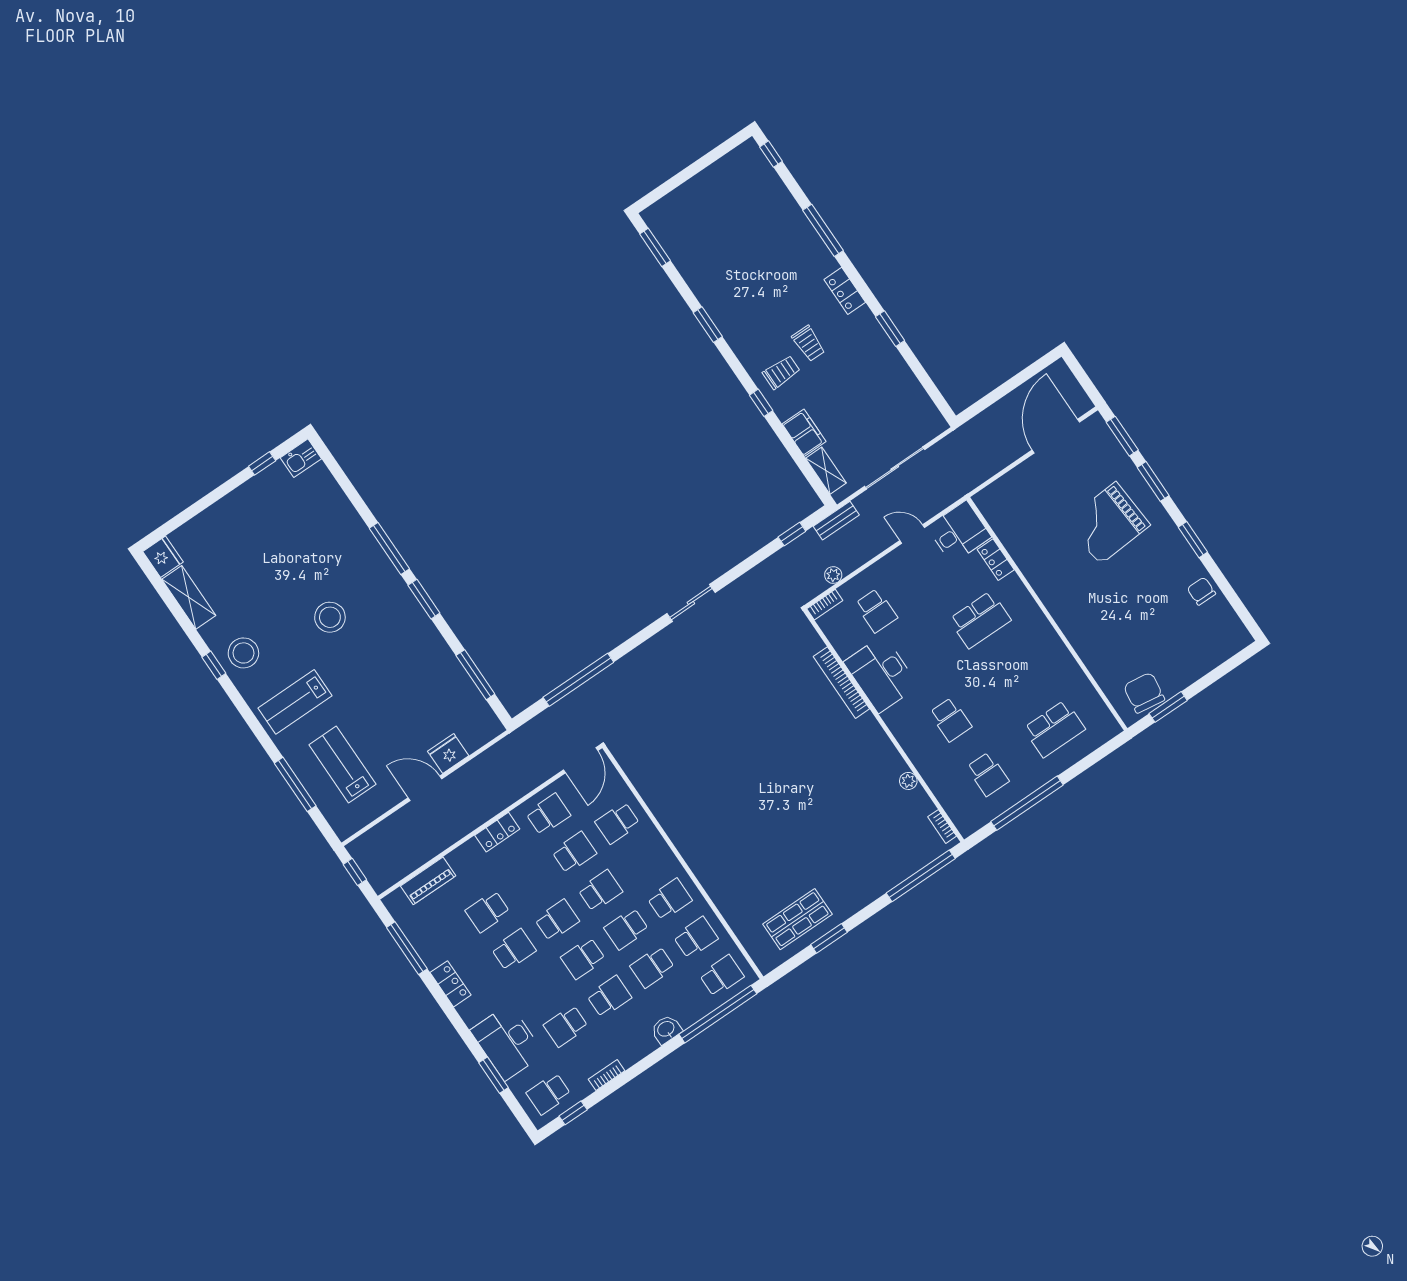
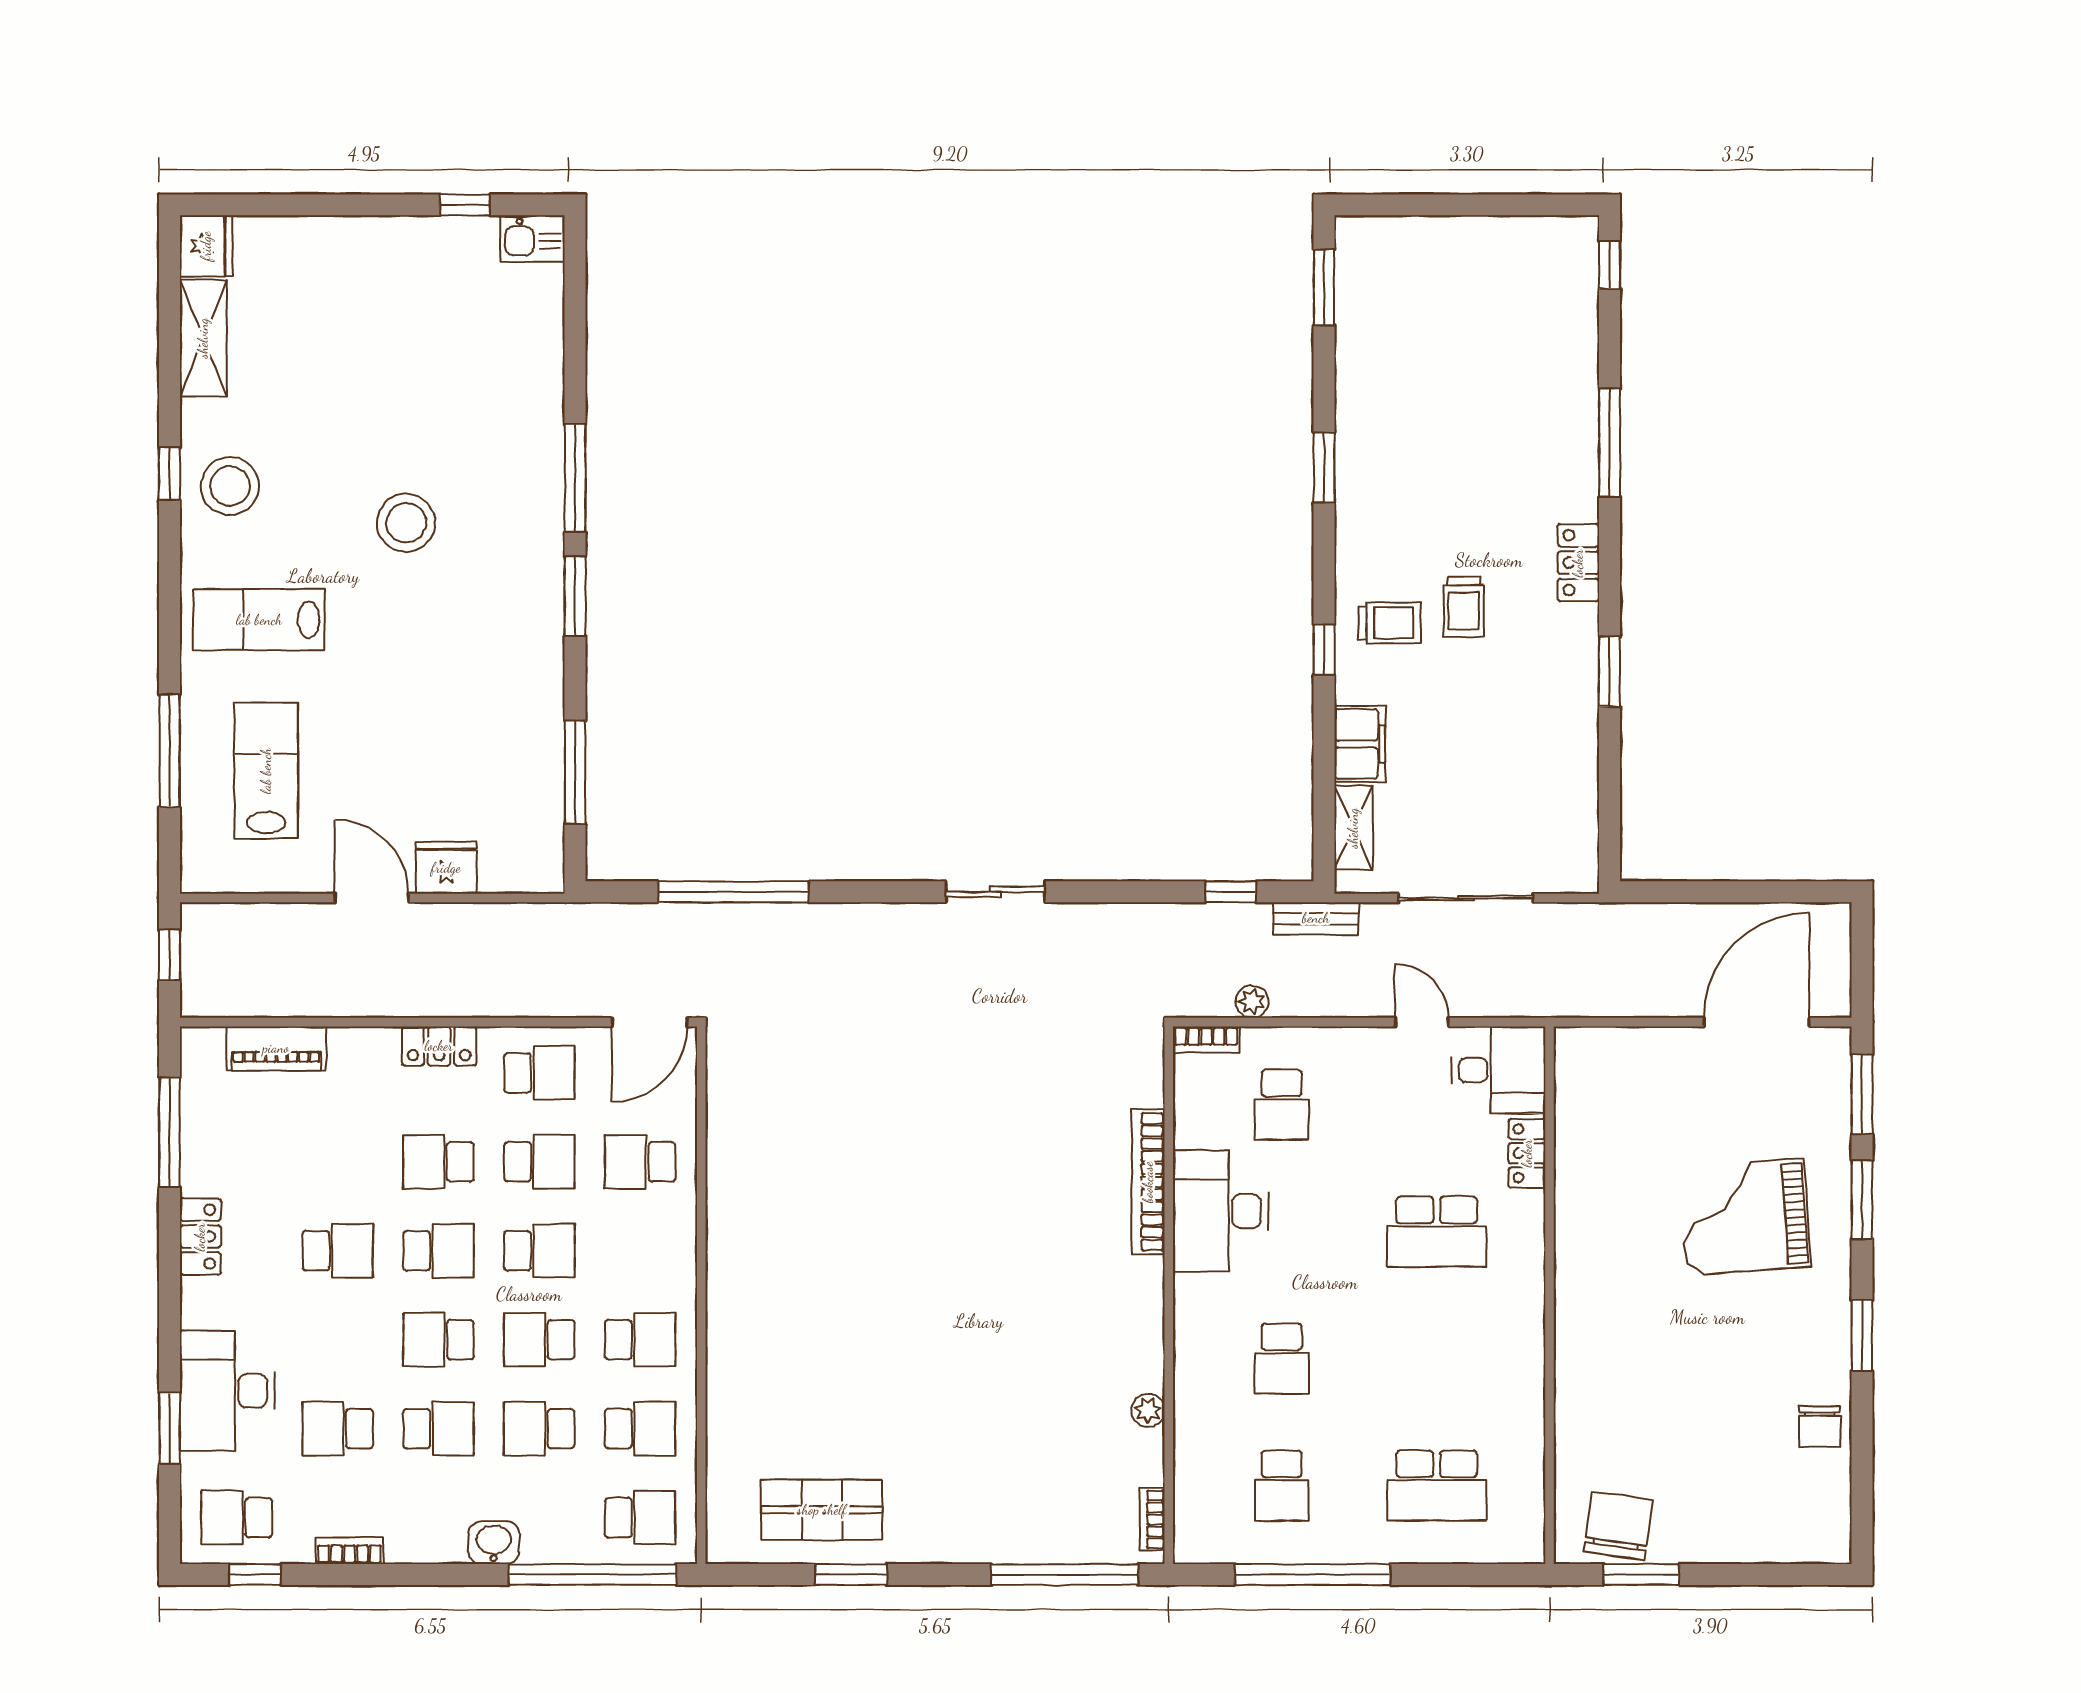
chair: (1201, 591) -> (1820, 1426), turned 180
school desk: (488, 912) -> (438, 1162), moved

